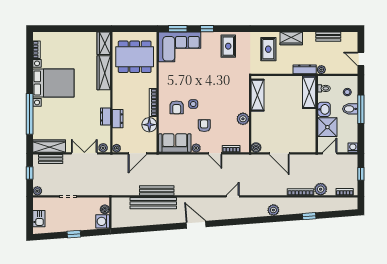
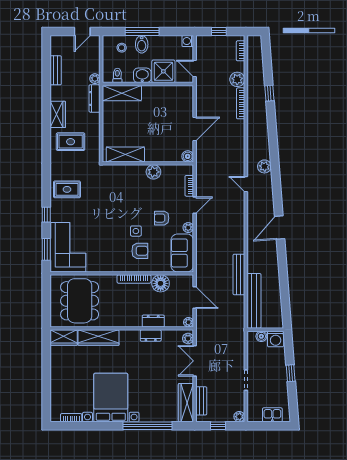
bench: (153, 203) -> (254, 301), moved
plant: (273, 210) -> (264, 166), moved

